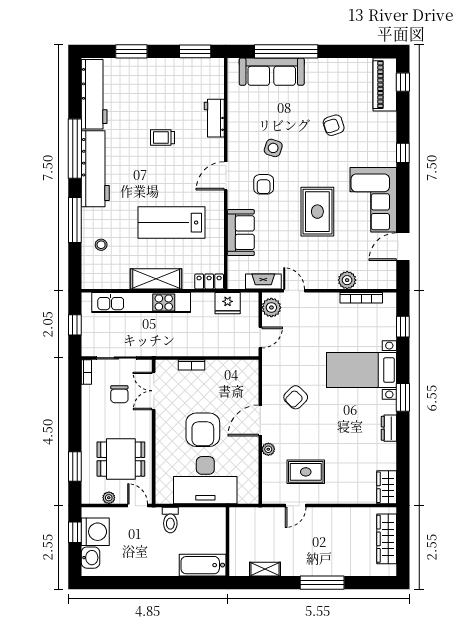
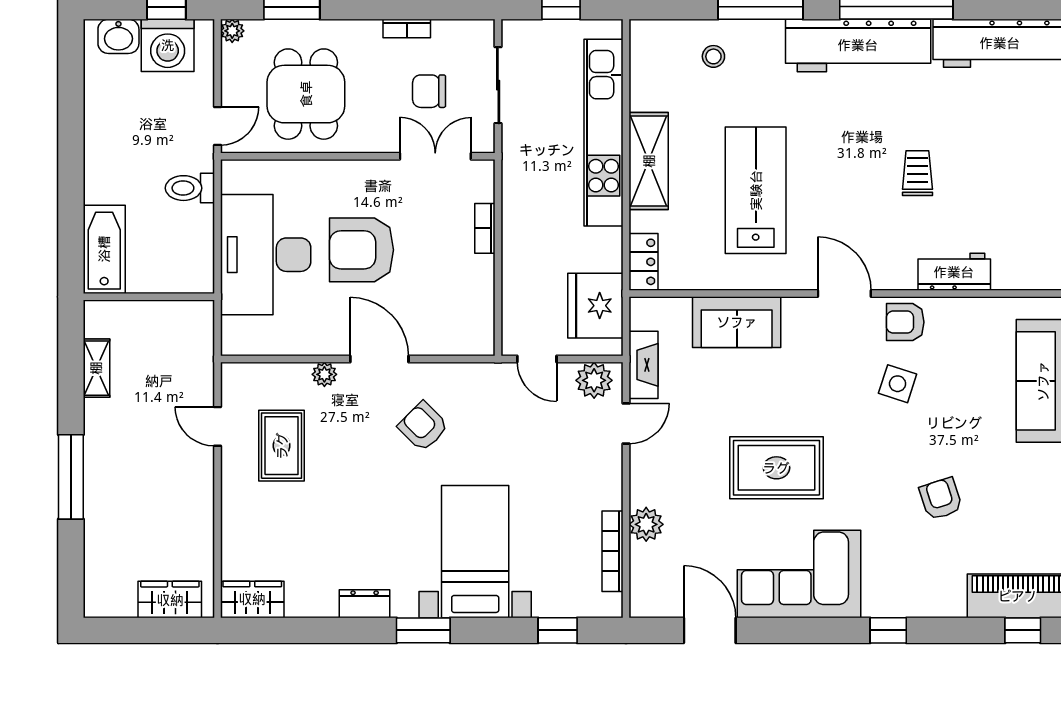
armchair: (264, 184) -> (905, 322), moved
fridge: (228, 303) -> (595, 306), width x1.36, depth x1.34
bookcase: (86, 372) -> (407, 29), moved
plant: (109, 498) -> (232, 31), moved
wardrobe: (387, 539) -> (170, 600), width x0.67

